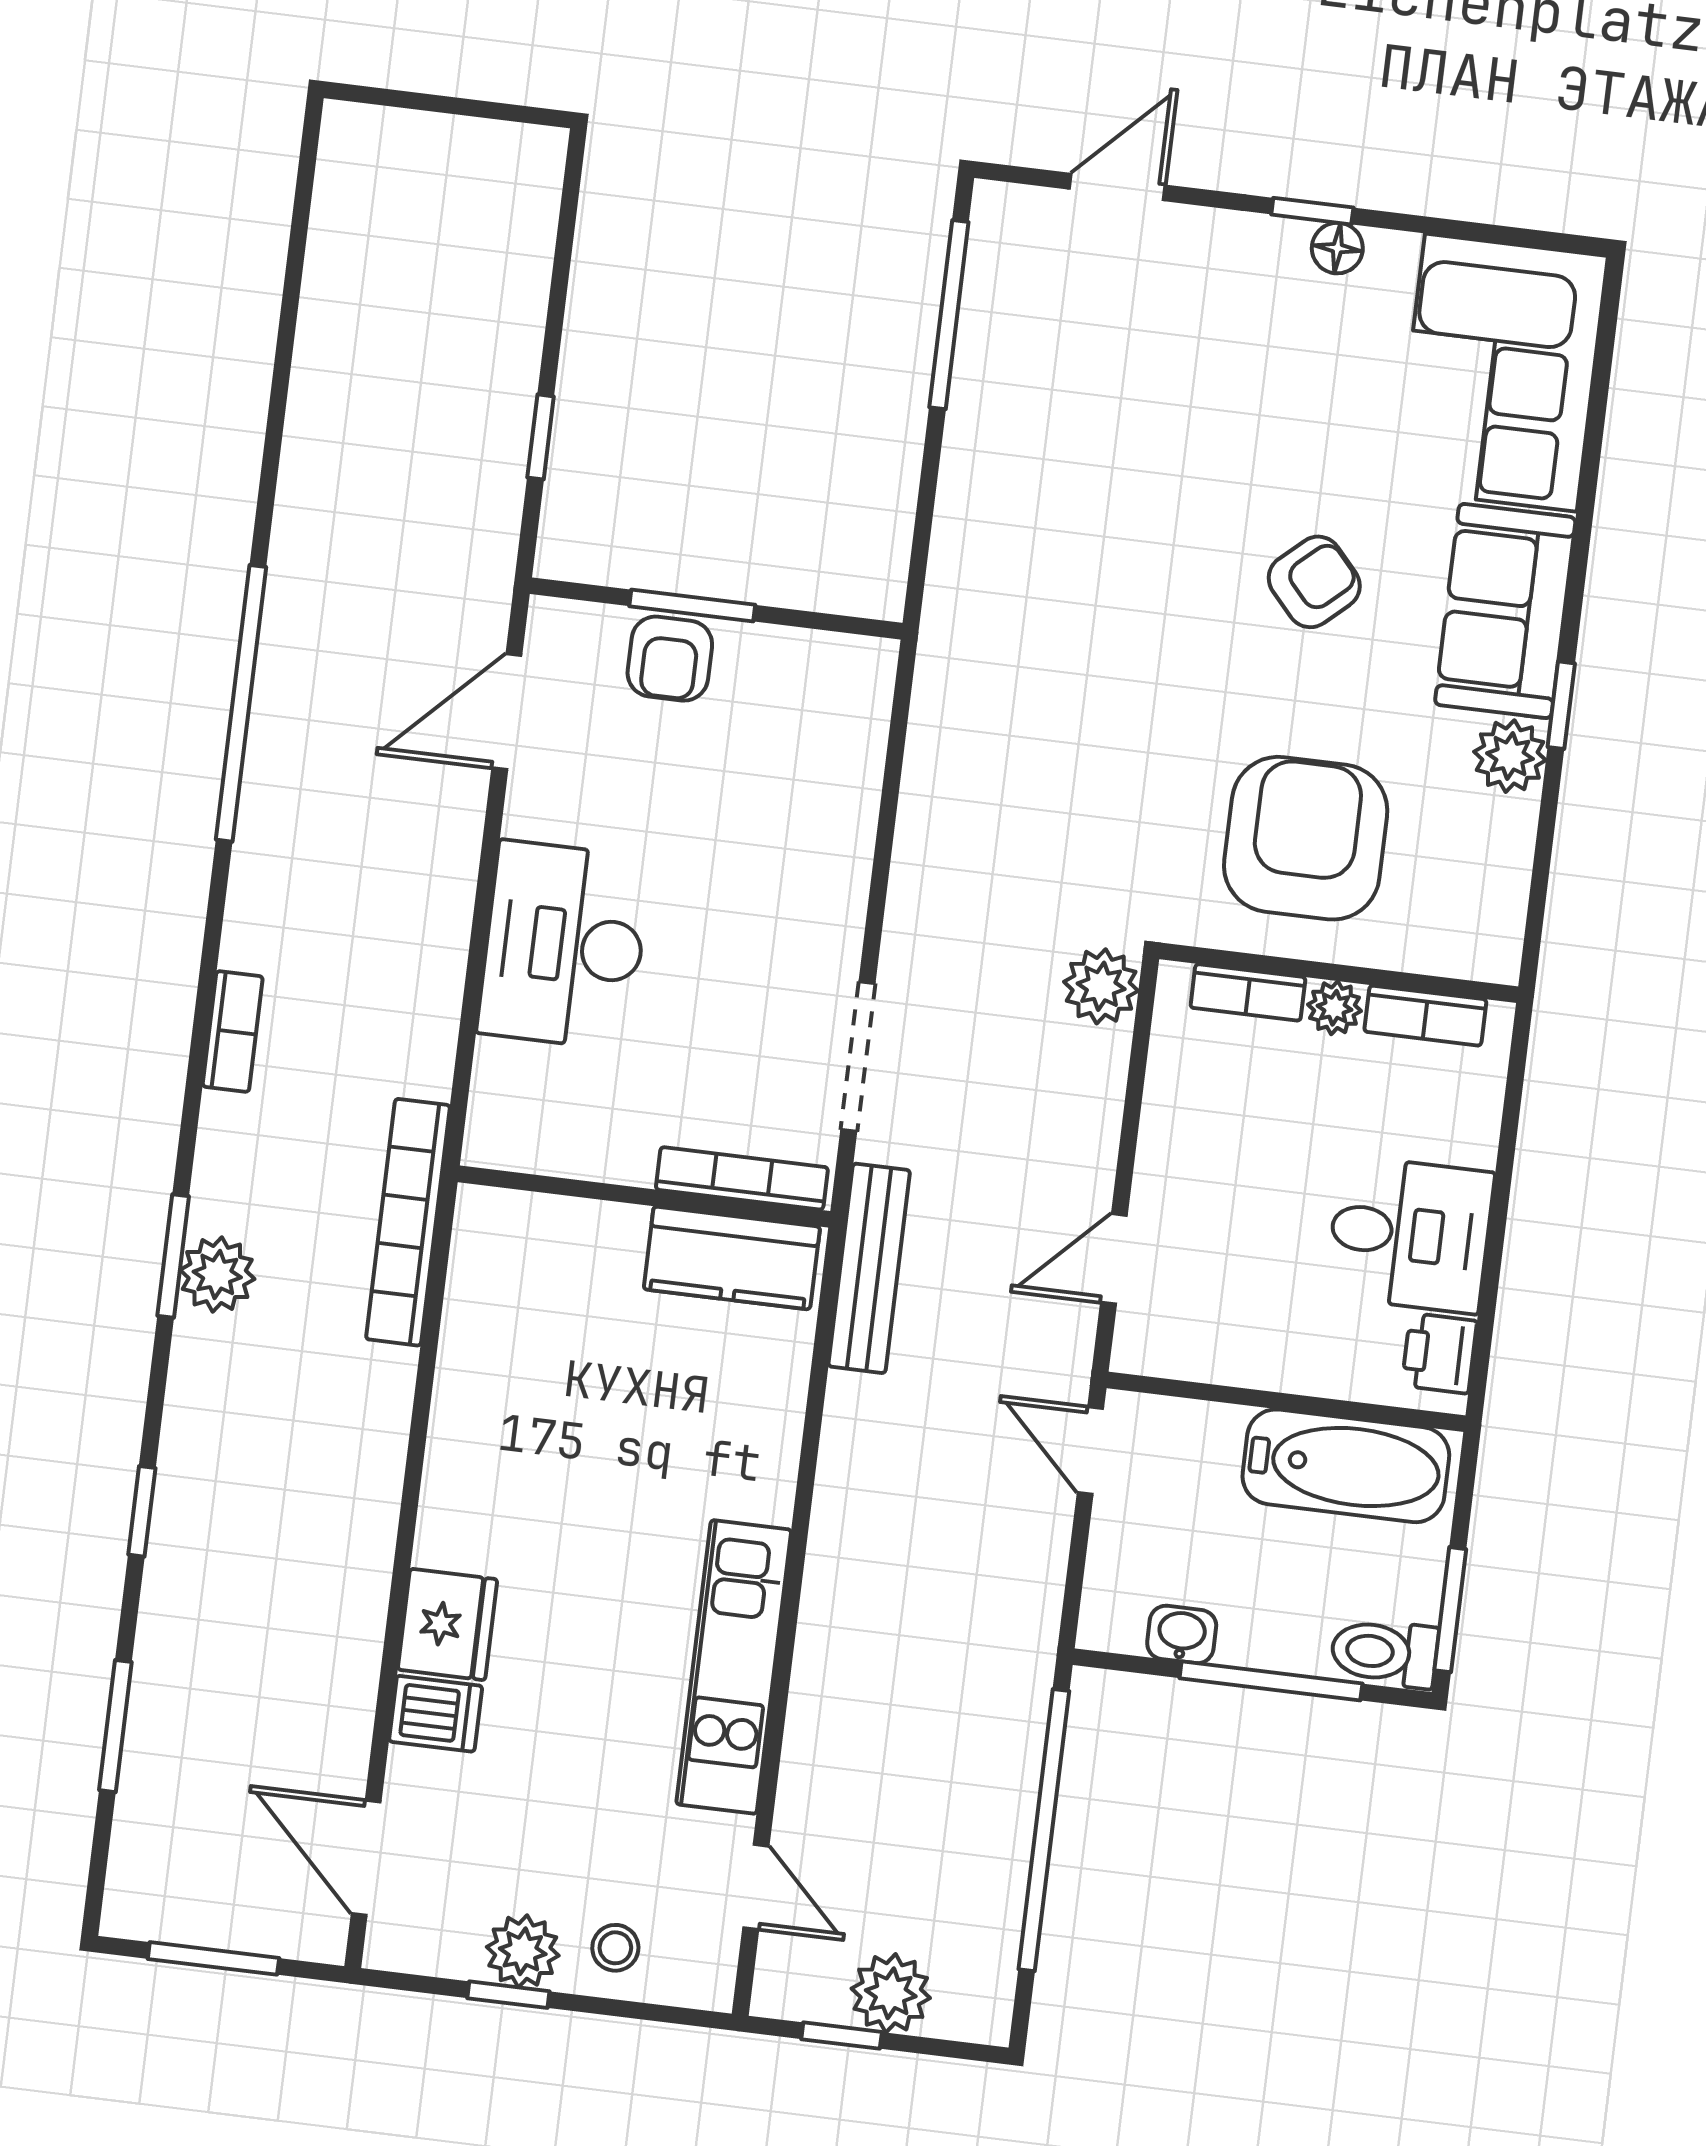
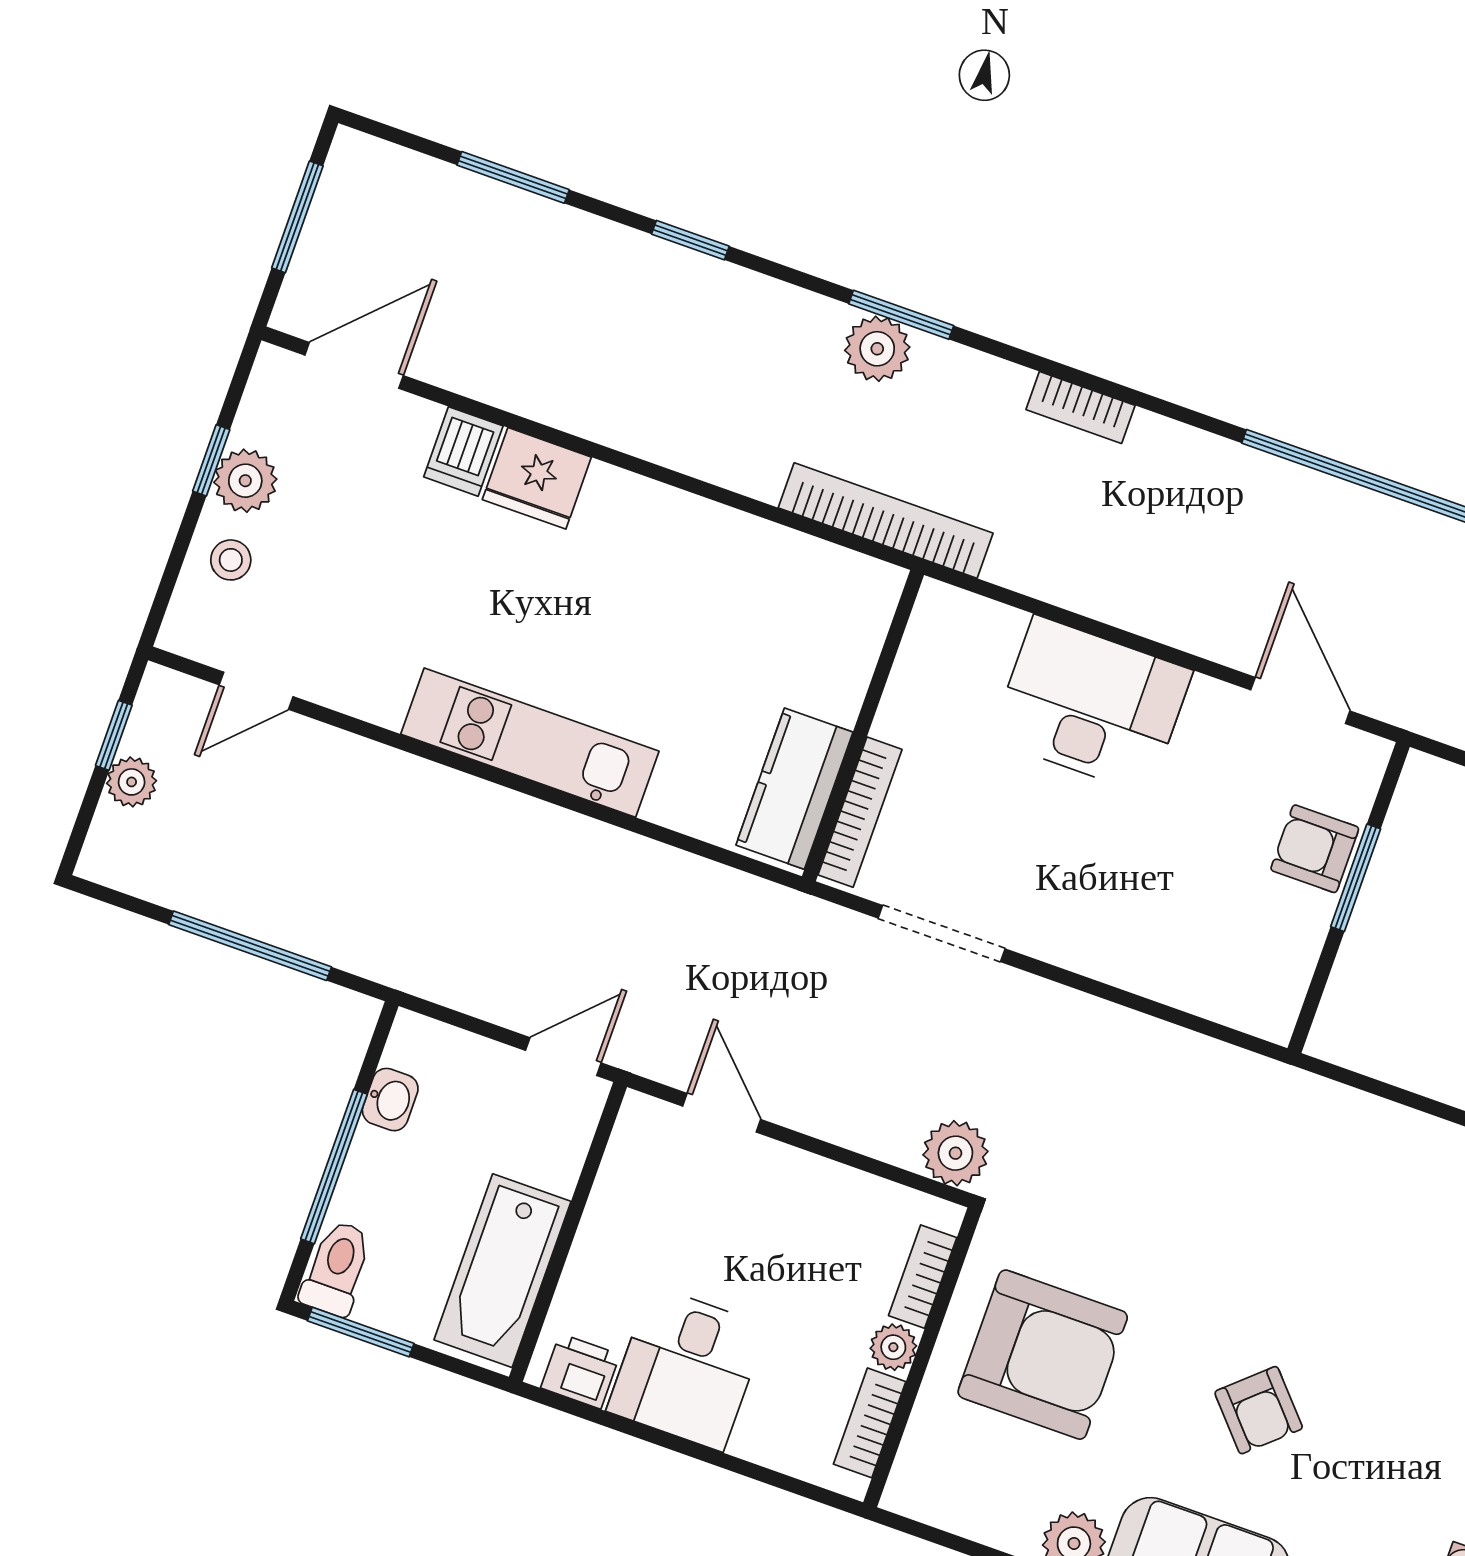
bench: (869, 1268) -> (760, 903), removed
kitchen unit: (734, 1667) -> (530, 743), moved
window: (1044, 1830) -> (250, 946), width x0.68
plant: (891, 1993) -> (132, 782), width x0.73, depth x0.73

